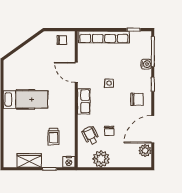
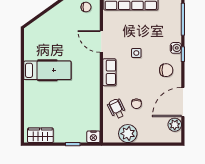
water cooler: (146, 64) -> (176, 48), moved
trolley: (53, 137) -> (77, 110), removed
wardrobe: (29, 160) -> (40, 135), moved

